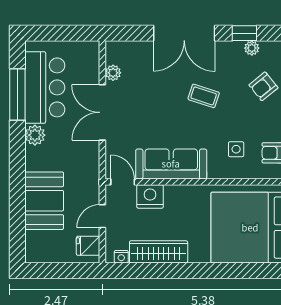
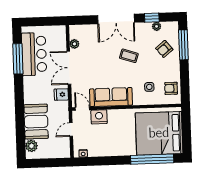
plant: (35, 135) -> (31, 146), moved
fridge: (88, 246) -> (61, 94), moved
wardrobe: (159, 252) -> (105, 150), removed
window: (237, 271) -> (152, 159), added

